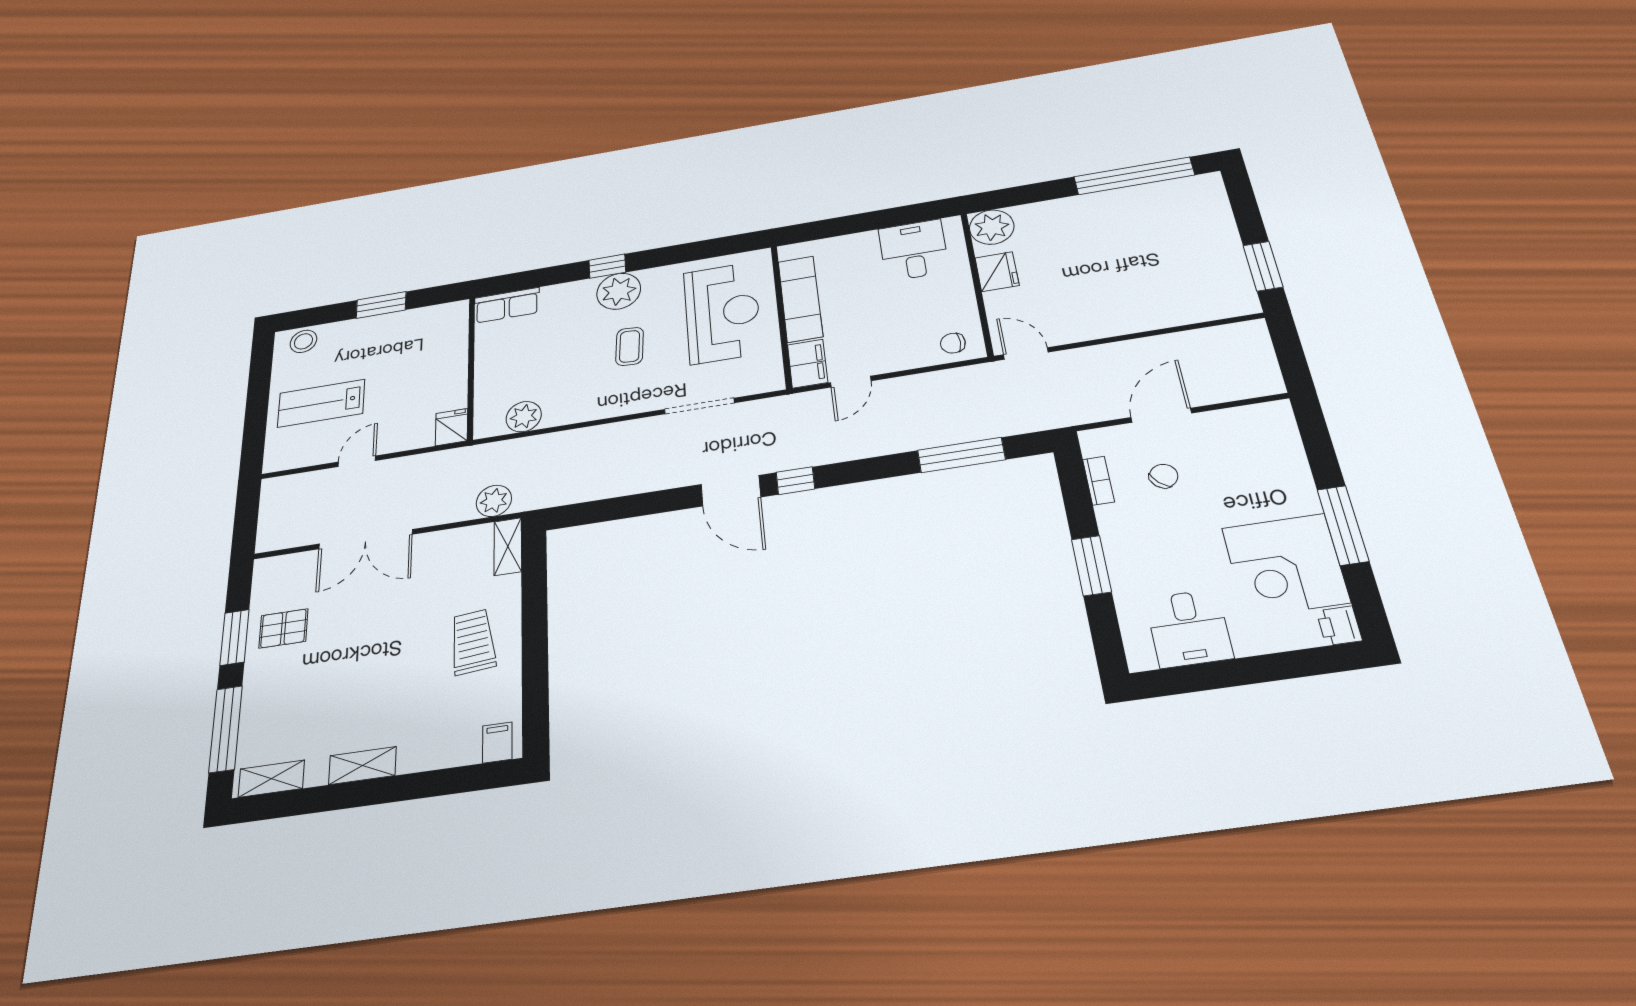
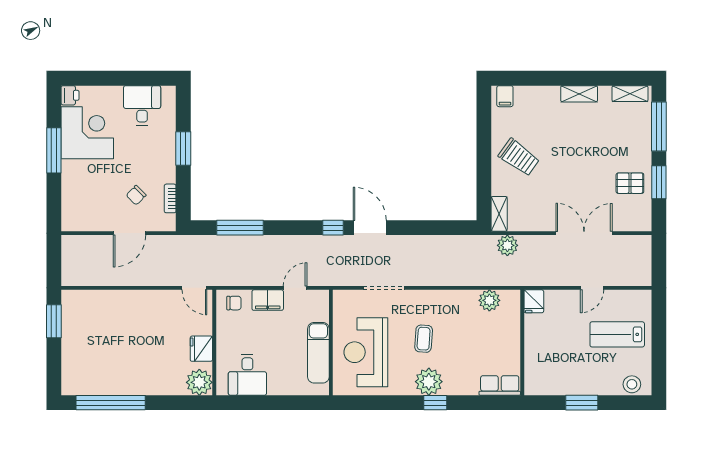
filing cabinet: (808, 364) -> (268, 300), moved, turned -90
lab bench: (321, 403) -> (617, 334), turned 180
trolley: (473, 642) -> (519, 157), turned -48

